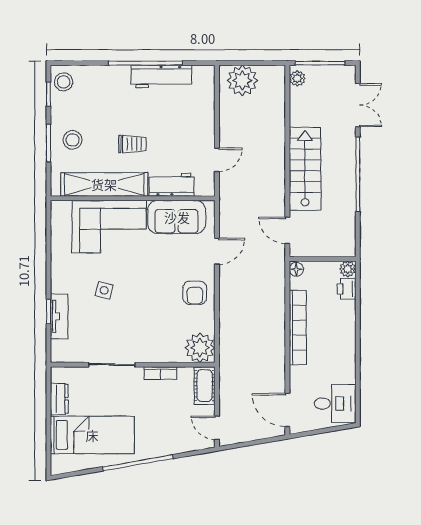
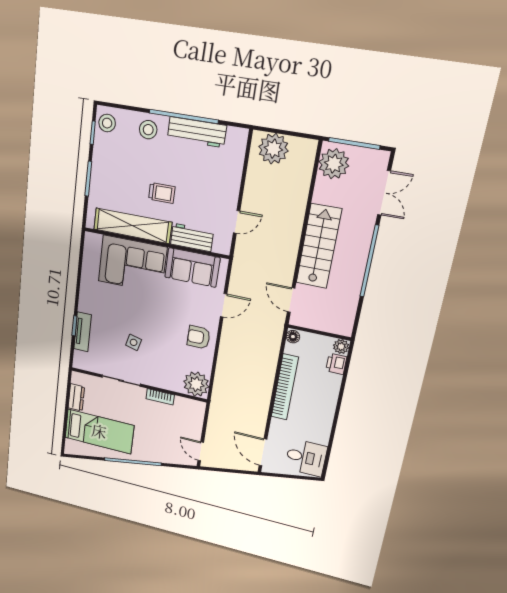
plant: (297, 78) -> (334, 164), width x1.88, depth x1.88
stool: (73, 140) -> (148, 130), moved
side table: (104, 290) -> (134, 342), moved
armchair: (195, 293) -> (199, 337), turned 90
cot: (205, 386) -> (196, 416), removed

